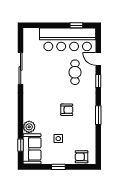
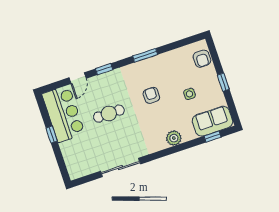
window: (76, 25) -> (52, 135), moved
bar counter: (68, 39) -> (63, 114), width x0.73
cafe table: (75, 72) -> (109, 114), moved
plant: (29, 127) -> (174, 138), moved

